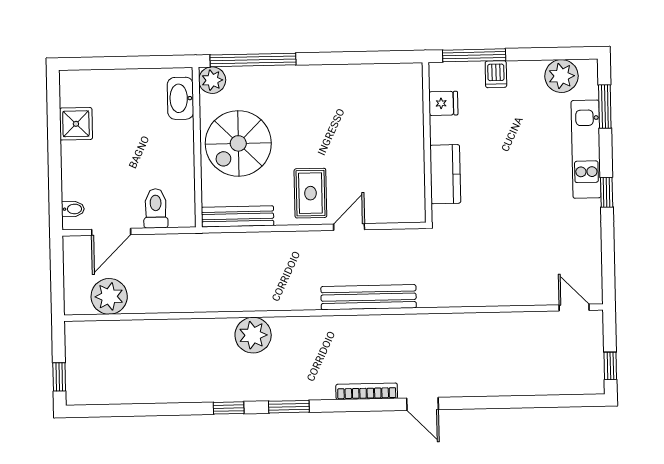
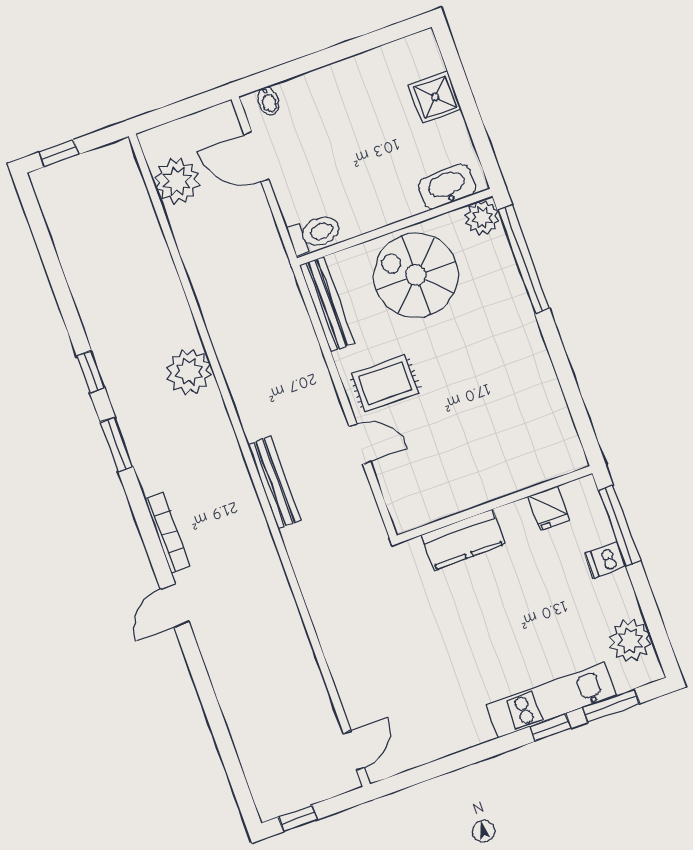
shower: (76, 124) -> (435, 97), moved
window: (607, 192) -> (550, 727), moved
toilet: (156, 208) -> (315, 234), moved
bench: (369, 297) -> (274, 482), width x0.73, depth x0.82

